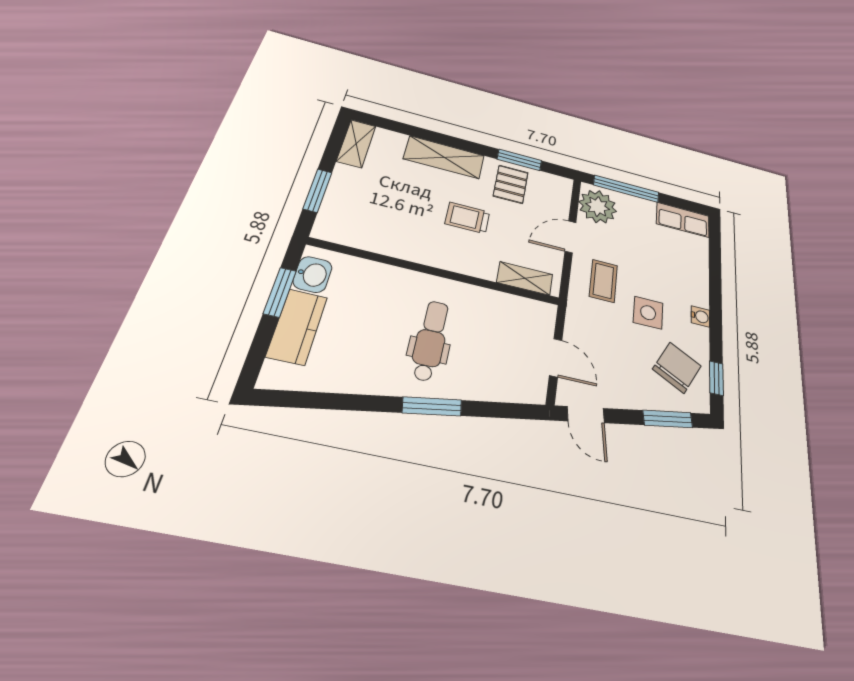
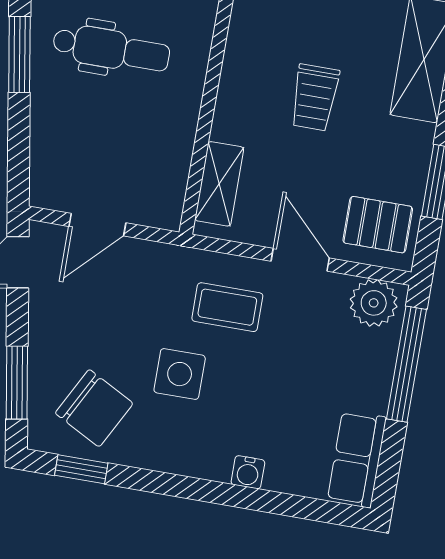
pallet: (511, 184) -> (378, 225), moved
plant: (598, 207) -> (374, 303), width x0.73, depth x0.73
trolley: (467, 218) -> (315, 97), turned 180
water cooler: (700, 316) -> (248, 472), moved

